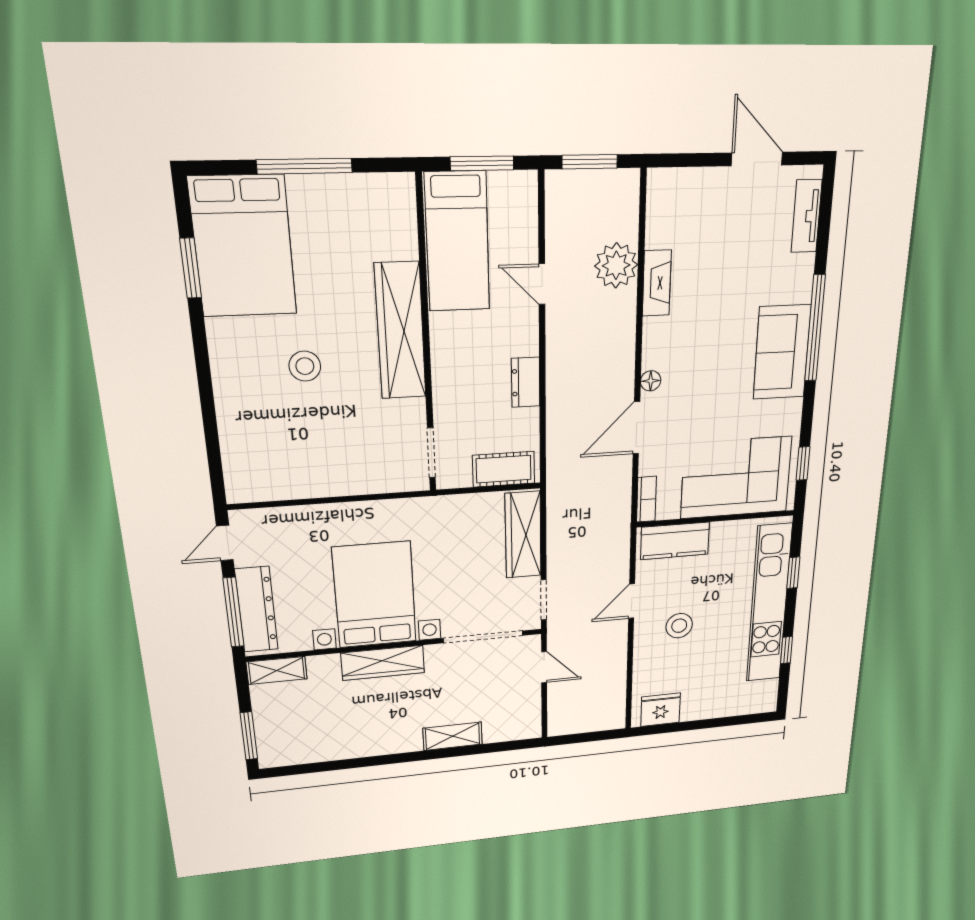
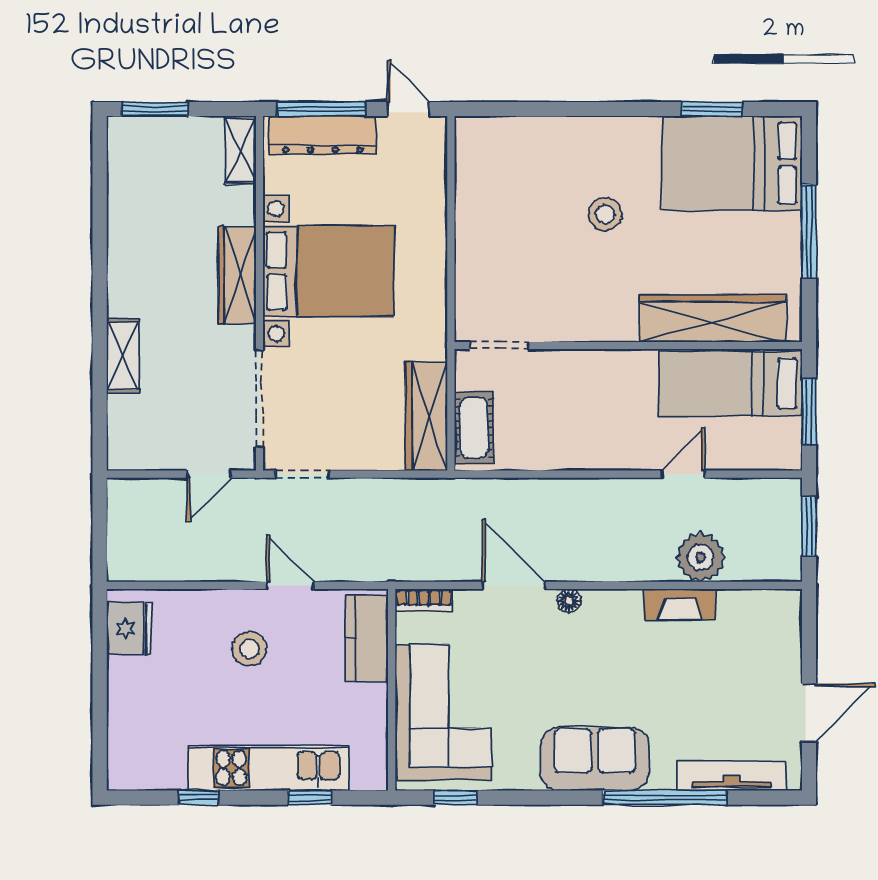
tv unit: (807, 216) -> (732, 776), width x1.41
window: (815, 328) -> (665, 798), moved
wardrobe: (400, 331) -> (713, 318), moved
dresser: (526, 382) -> (575, 455), removed
wardrobe: (523, 535) -> (426, 416), moved, turned -90
kitchen unit: (769, 604) -> (268, 768), width x0.73

